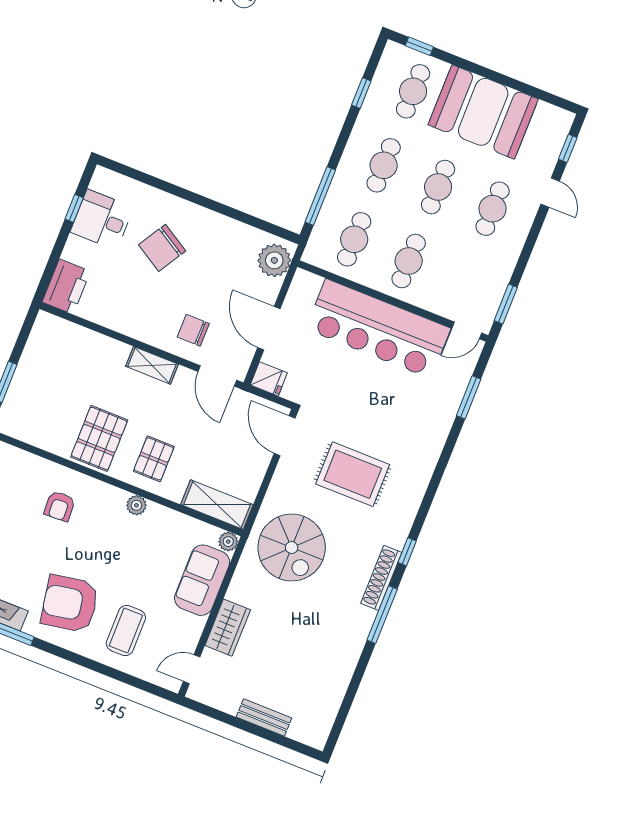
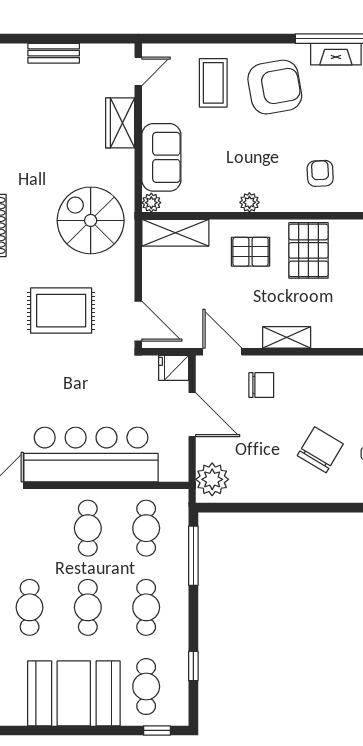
pallet: (154, 459) -> (251, 252), turned 90

